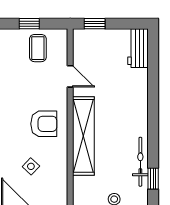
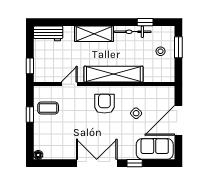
shelving: (138, 110) -> (94, 34), added

